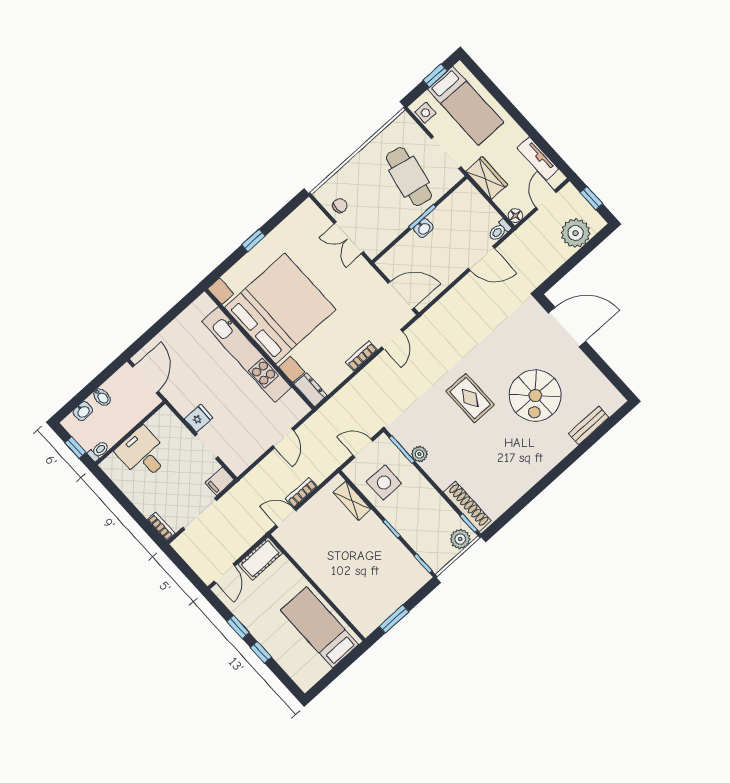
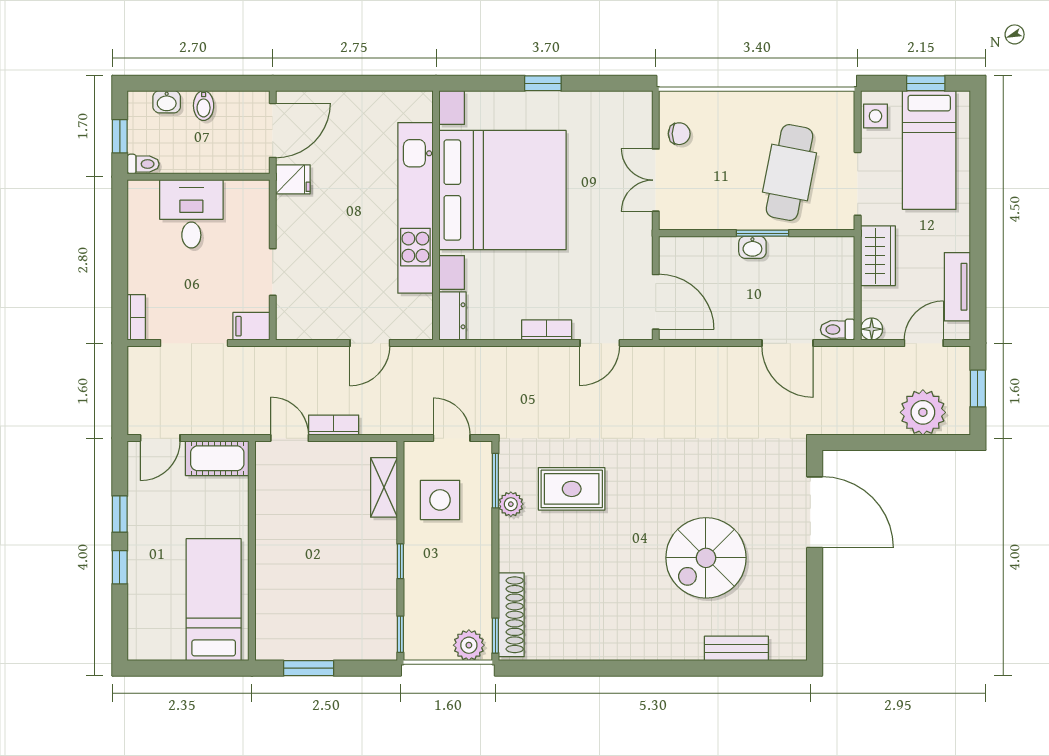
rug: (470, 398) -> (572, 489), moved, turned 90
fridge: (199, 418) -> (293, 179), moved

